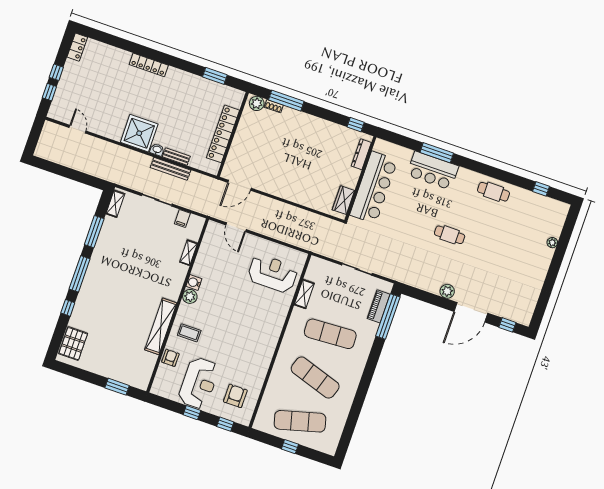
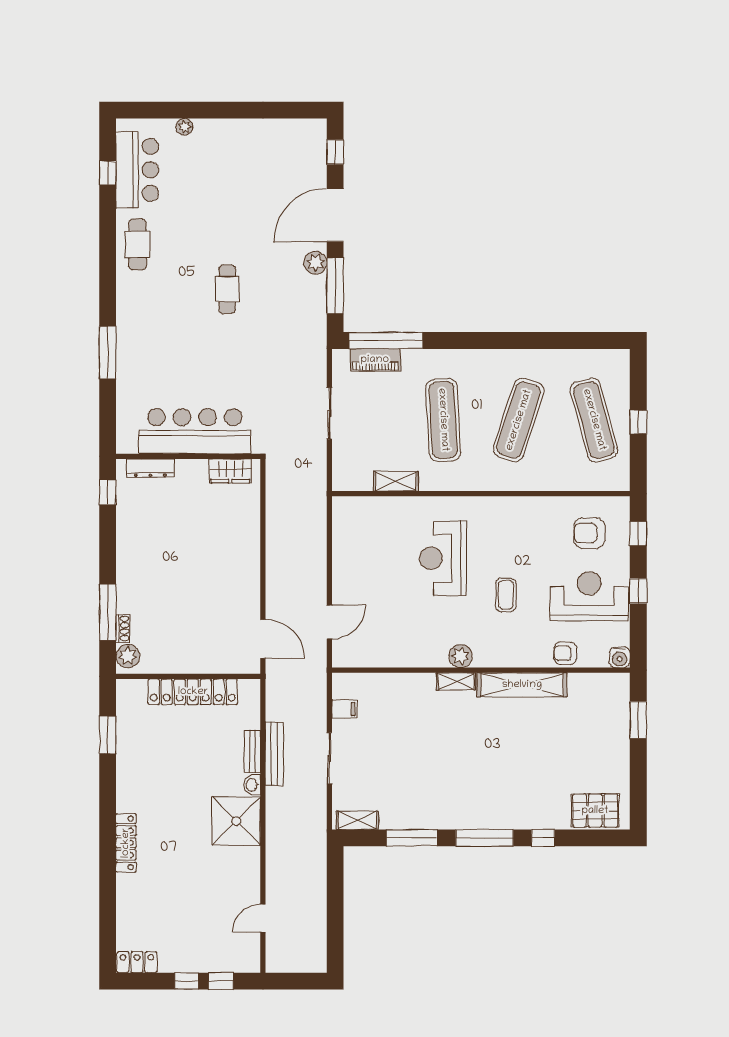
bar counter: (433, 171) -> (137, 170), moved
shelving: (189, 253) -> (456, 681), moved
reception desk: (273, 273) -> (443, 558), moved
water cooler: (194, 283) -> (620, 657), moved
window: (430, 298) -> (335, 286), added
door: (471, 312) -> (335, 215), swing flipped
coffee table: (189, 333) -> (506, 595), moved

